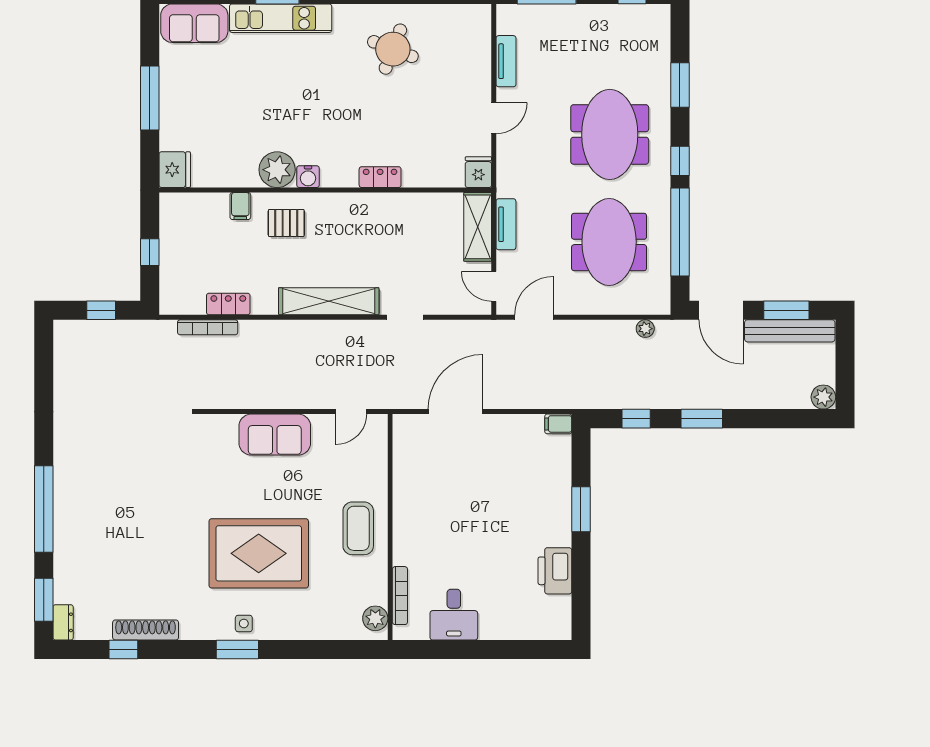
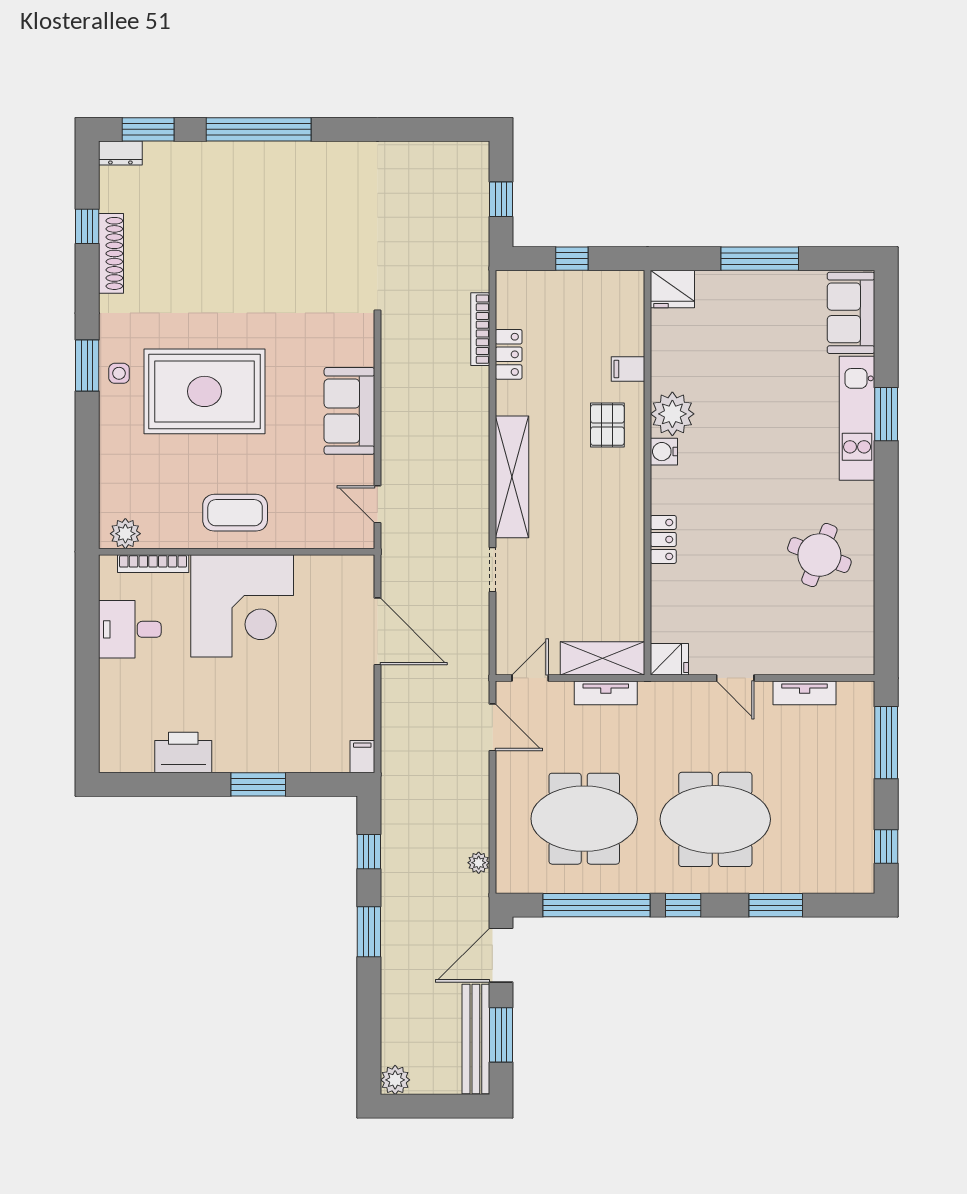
corner desk: (435, 523) -> (242, 606), added
rug: (259, 553) -> (204, 391), turned 90

